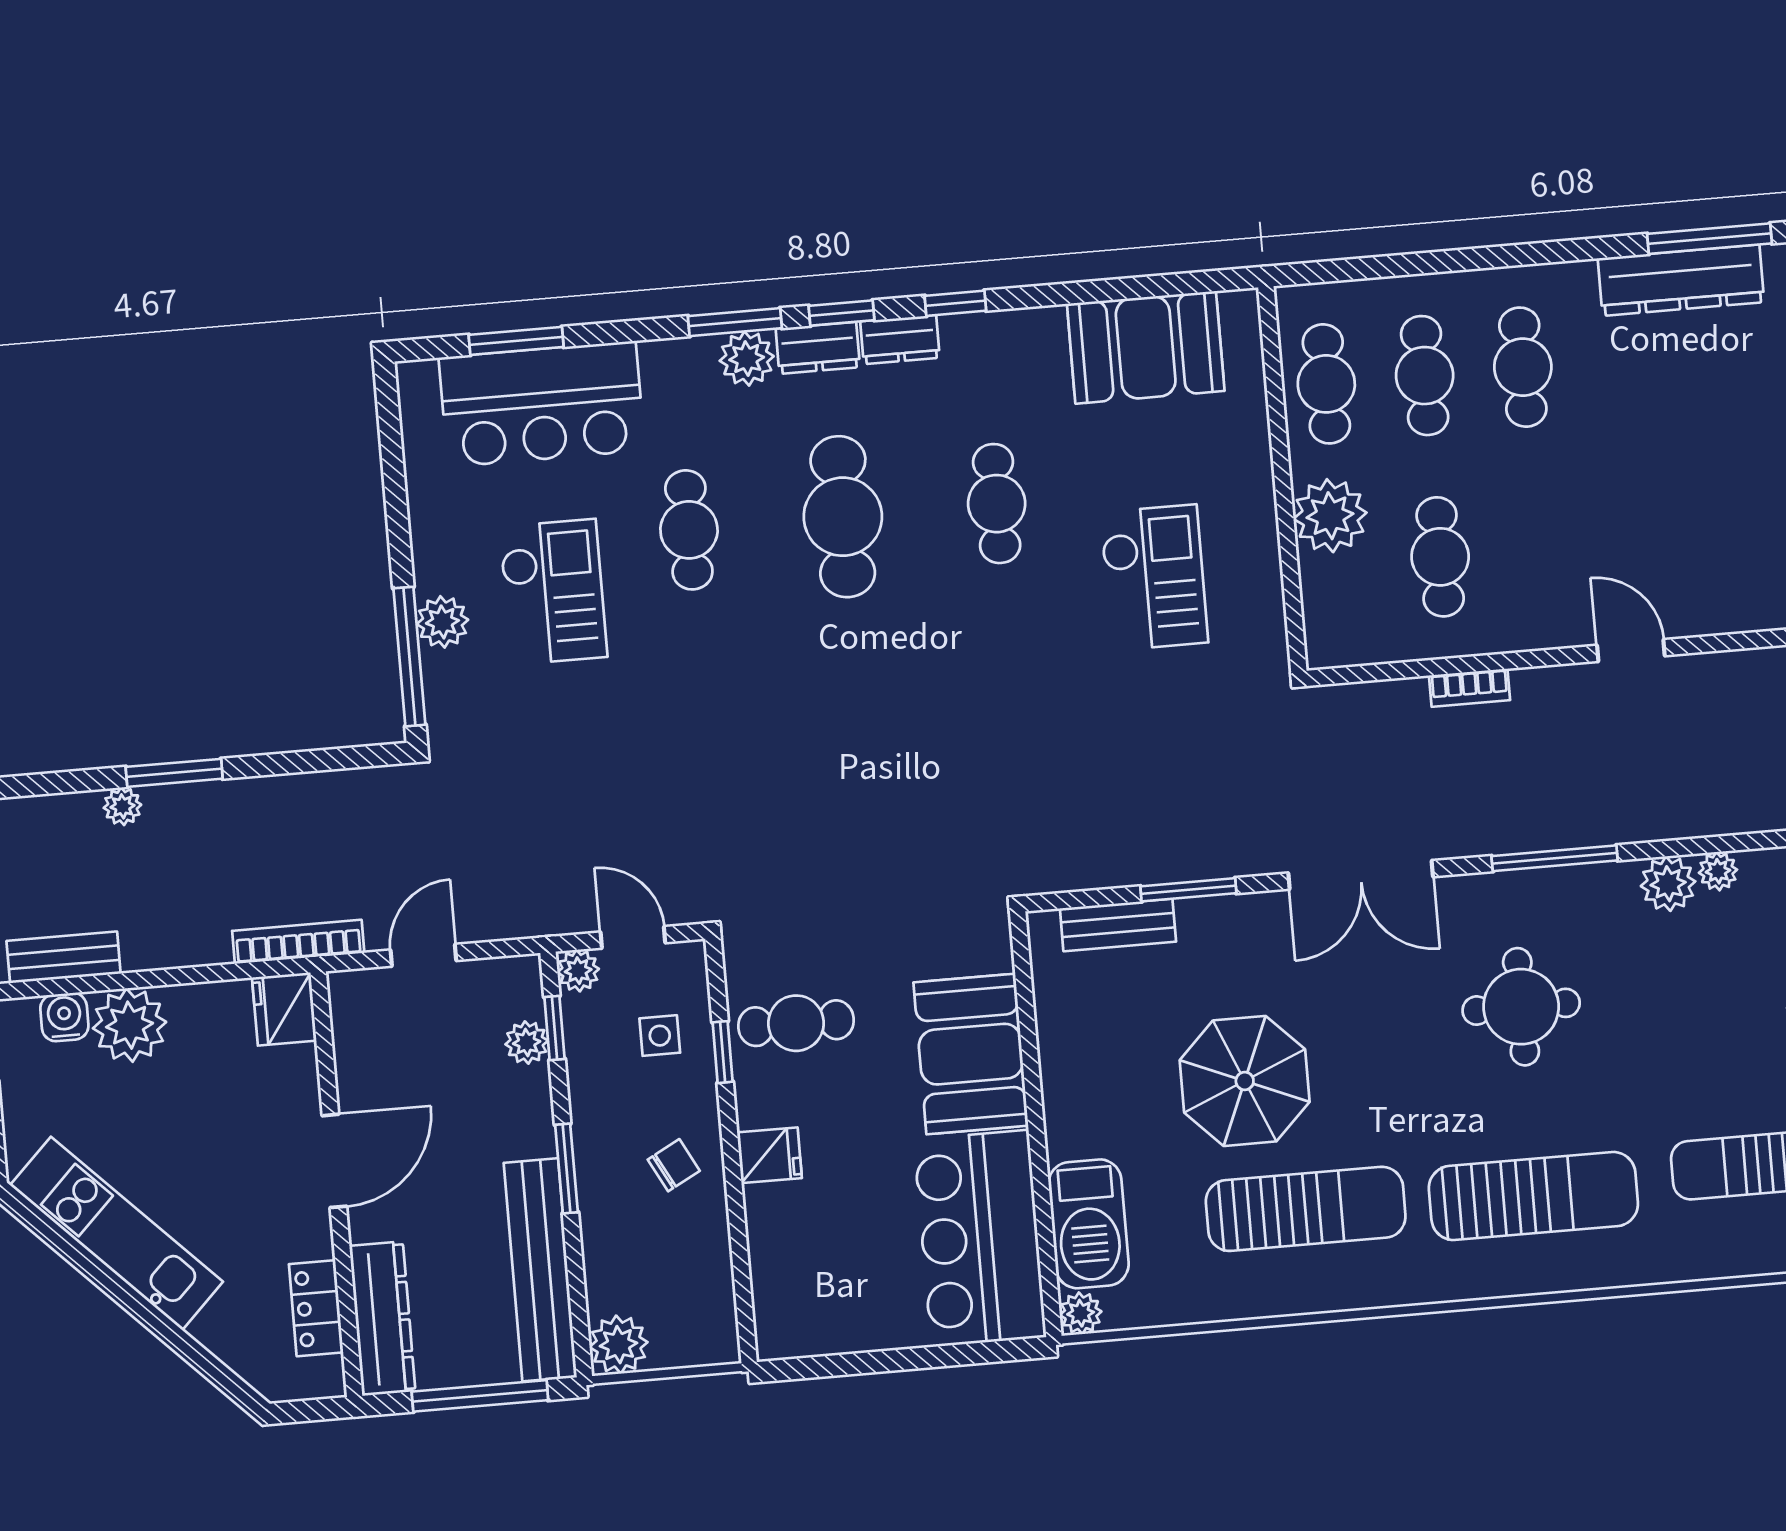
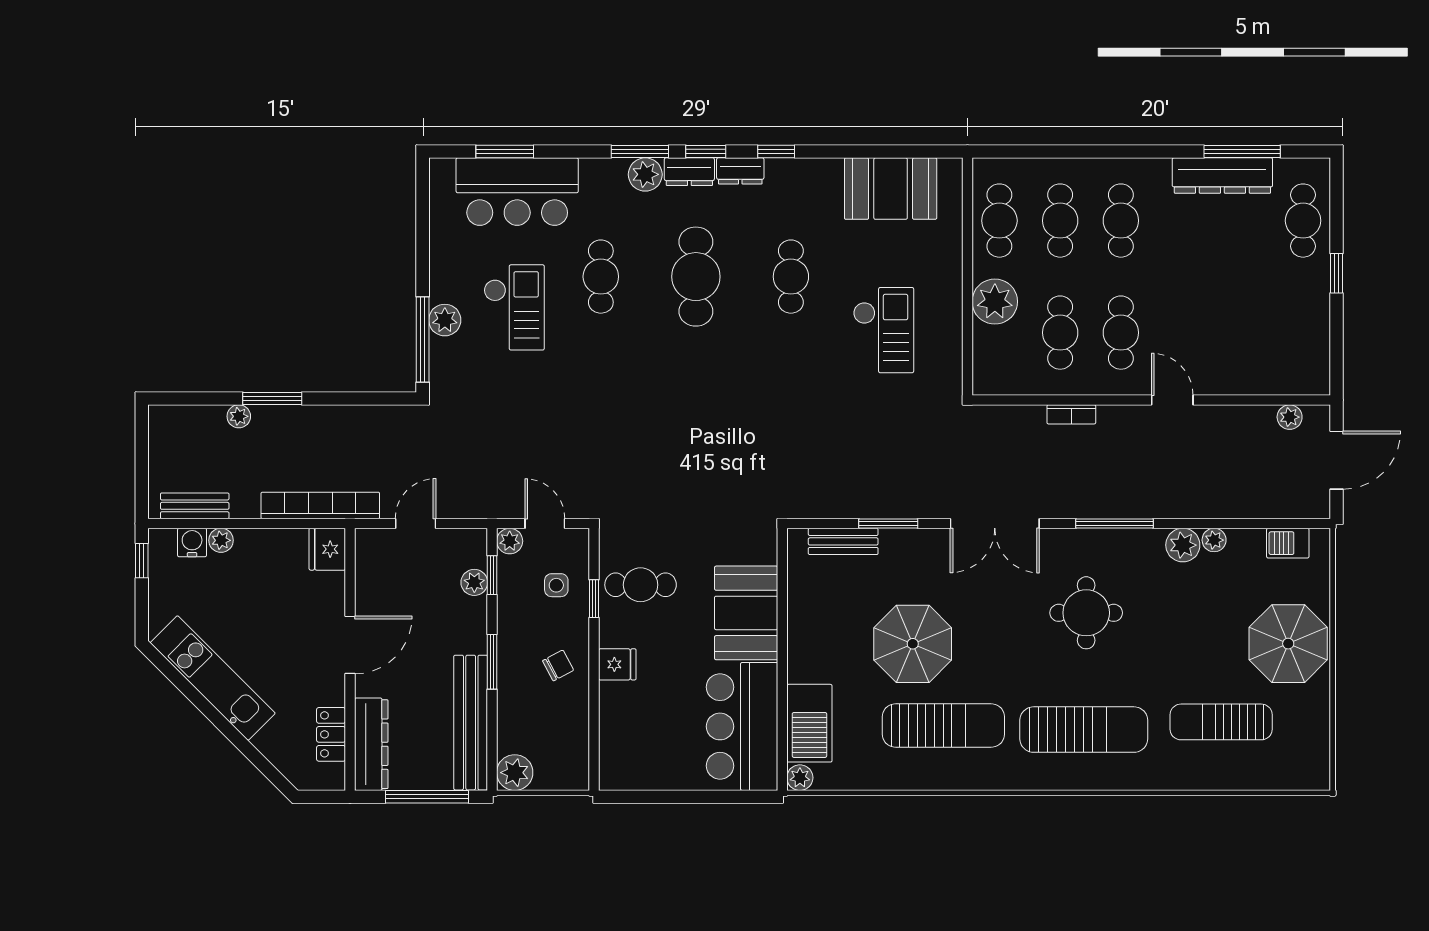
cafe table: (1538, 548) -> (1121, 333), added
bookcase: (298, 942) -> (320, 505), width x1.48, depth x1.31
plant: (130, 1025) -> (221, 540), width x0.53, depth x0.53

